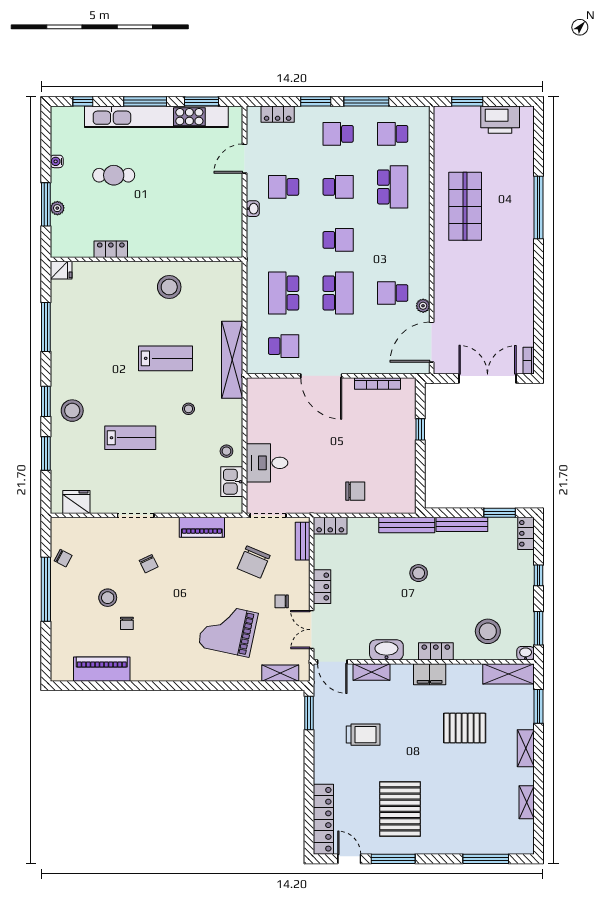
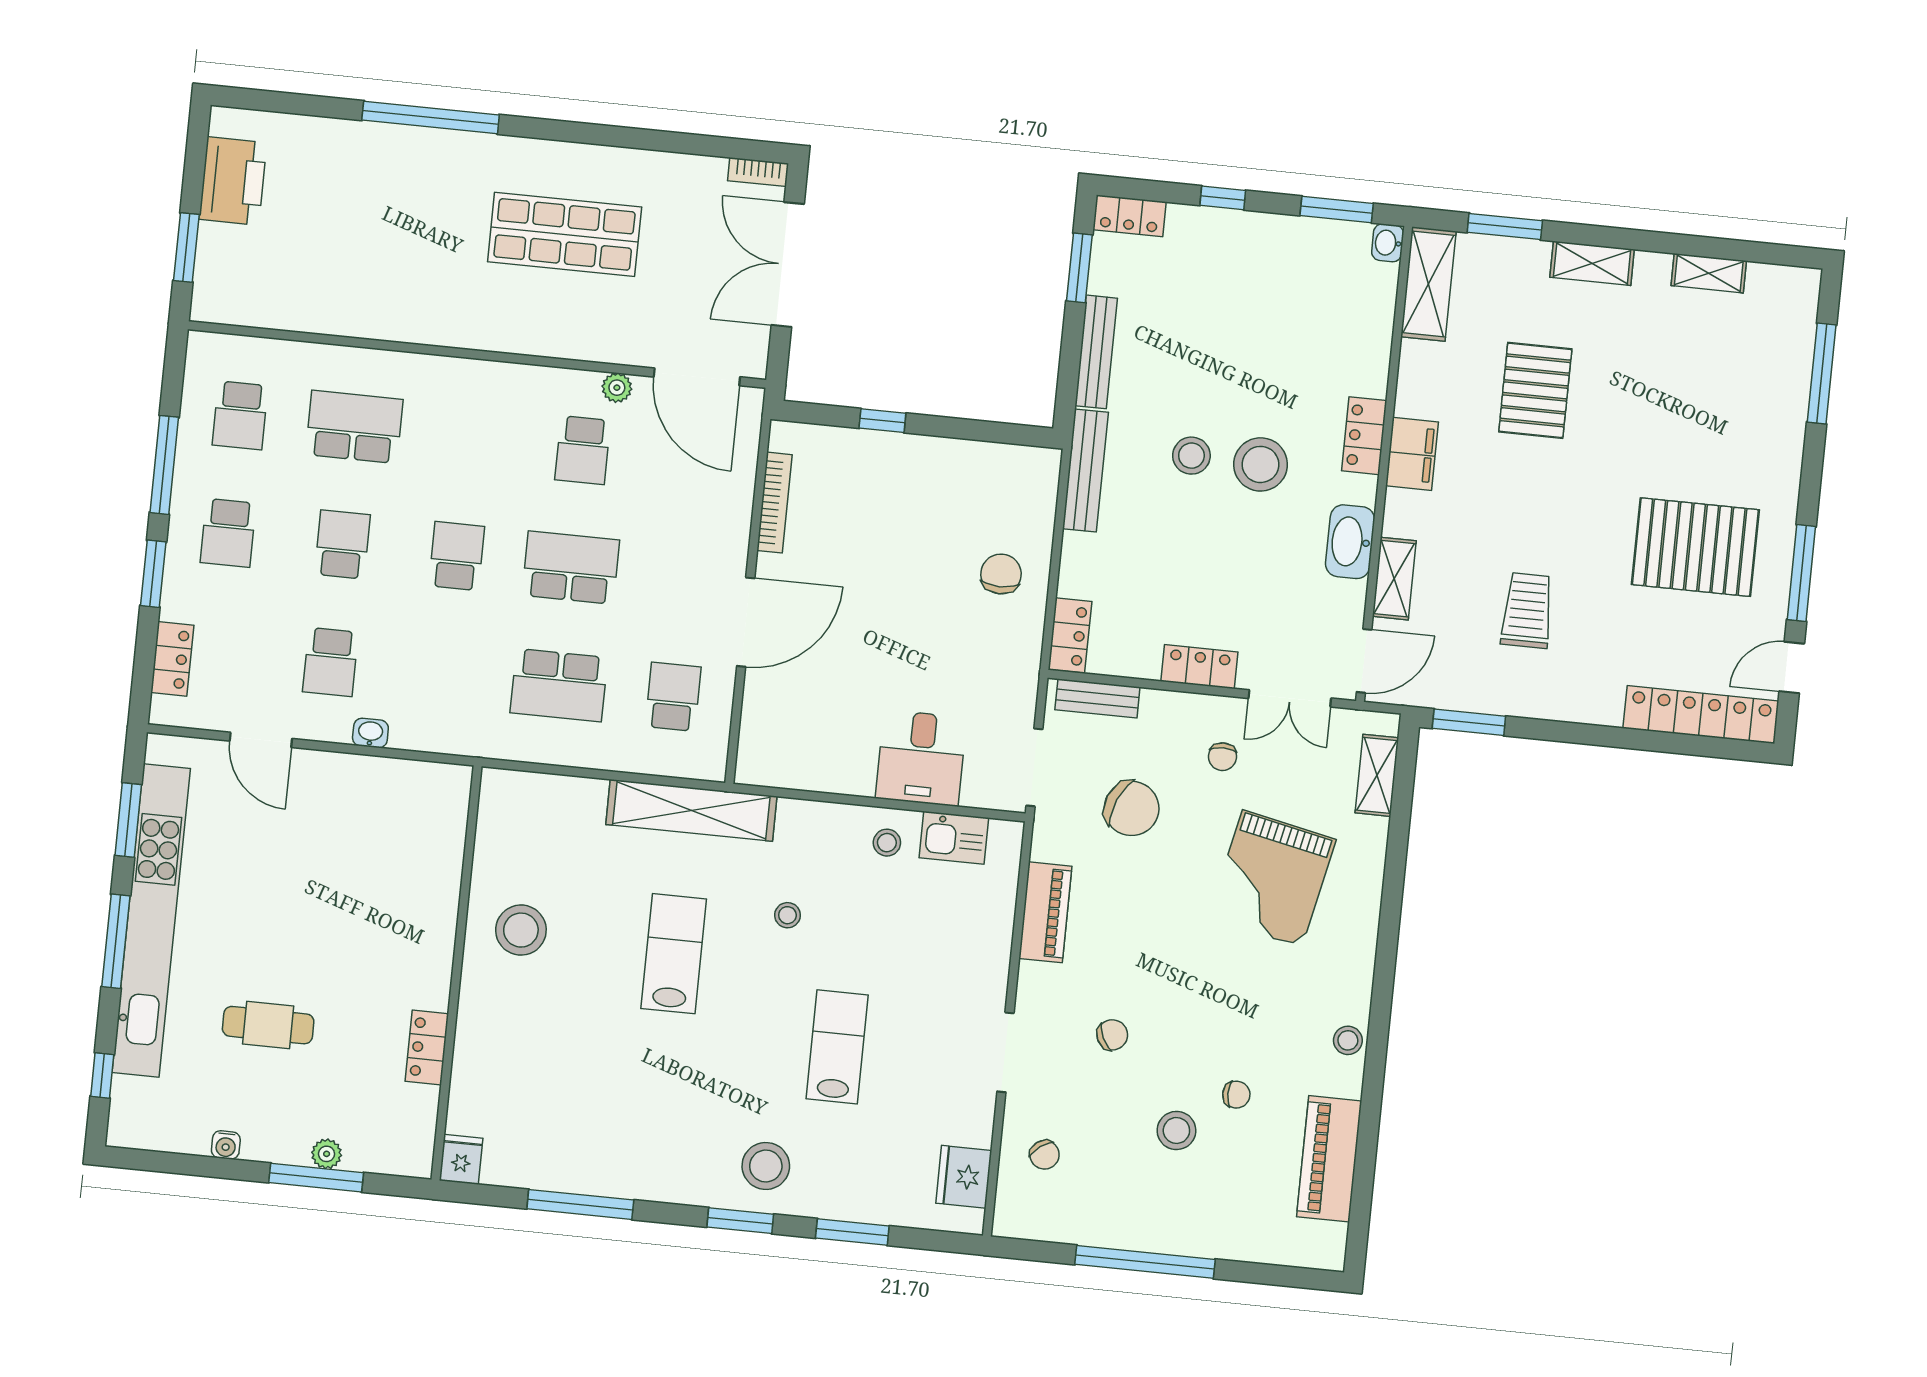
cafe table: (114, 175) -> (268, 1025), turned 90
shop shelf: (465, 206) -> (565, 234), moved
chair: (63, 558) -> (1044, 1155), moved, turned 115
stool: (488, 631) -> (1261, 464), moved
stool: (157, 672) -> (1348, 1040), added

